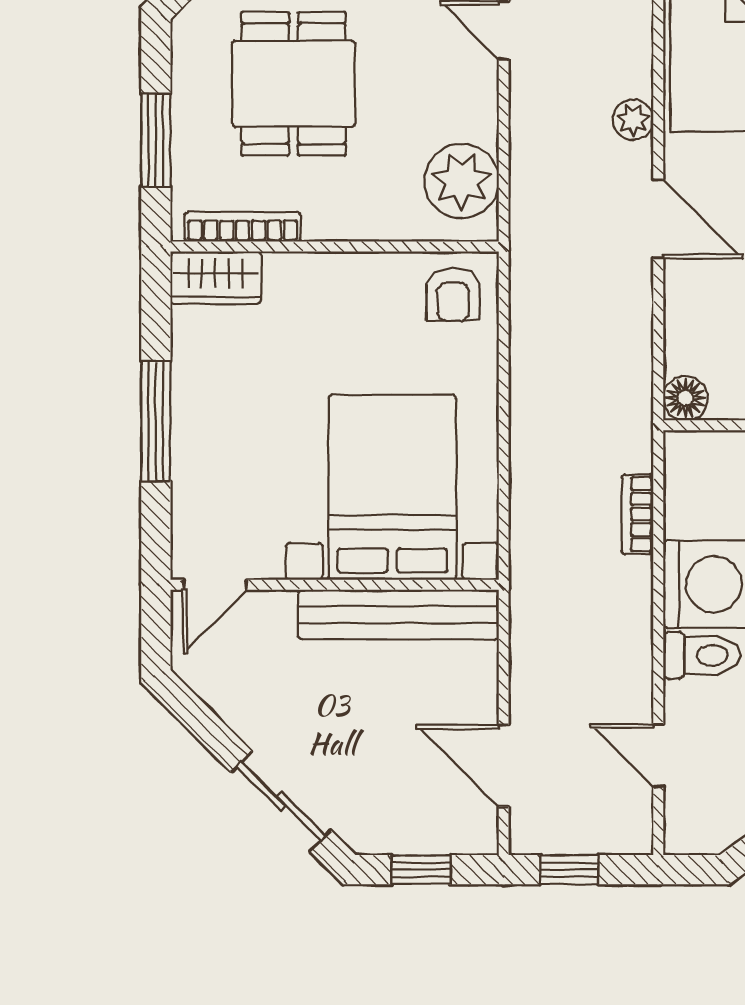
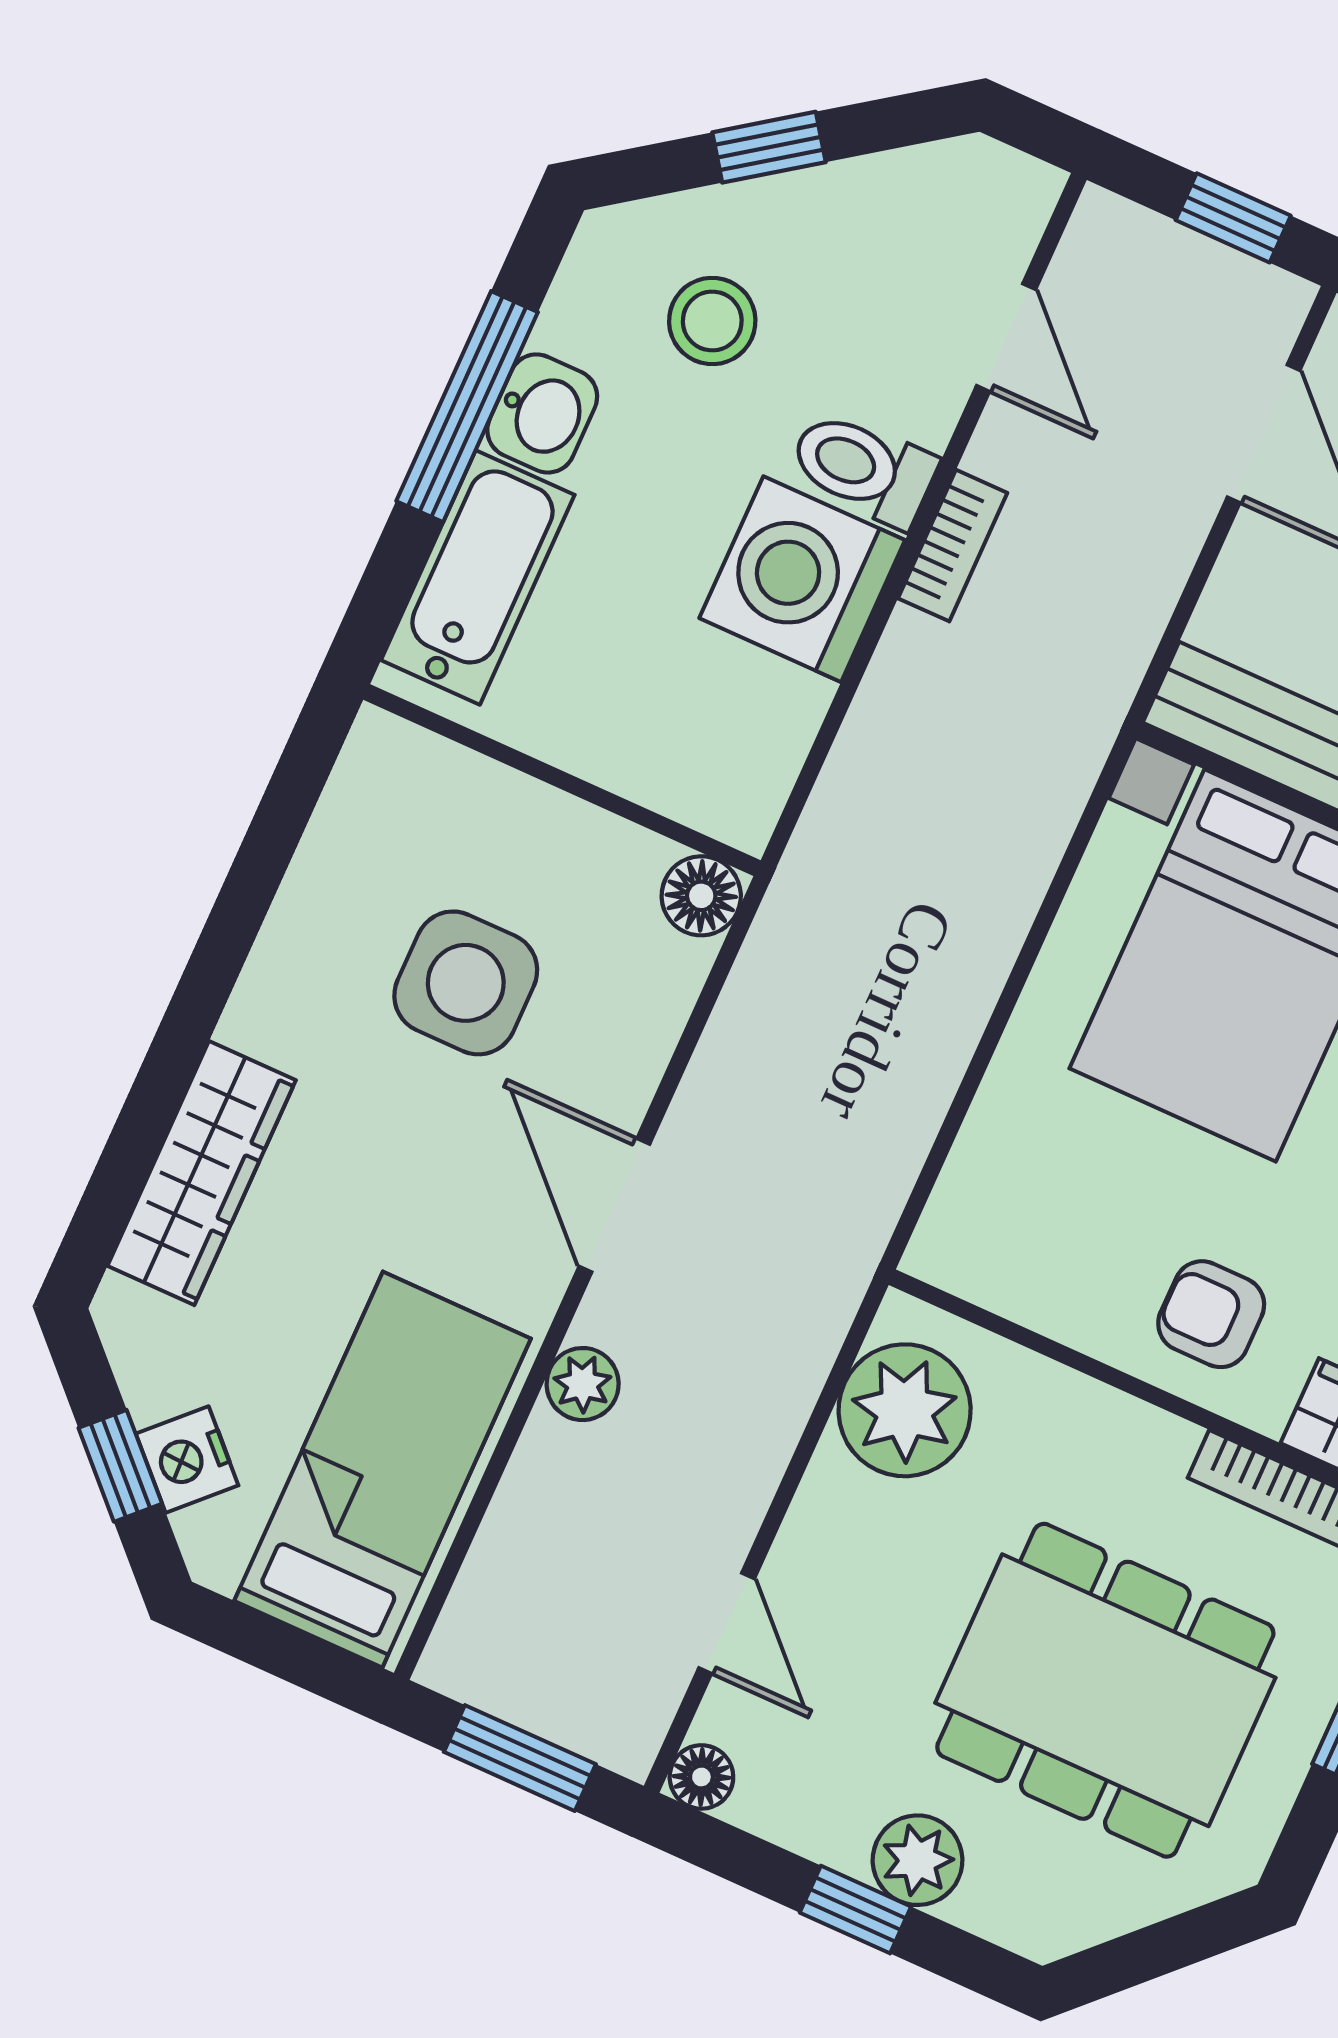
dining table: (294, 84) -> (1105, 1690), width x1.37
armchair: (453, 295) -> (1211, 1314), moved, turned -90
bookcase: (638, 514) -> (953, 546), moved

